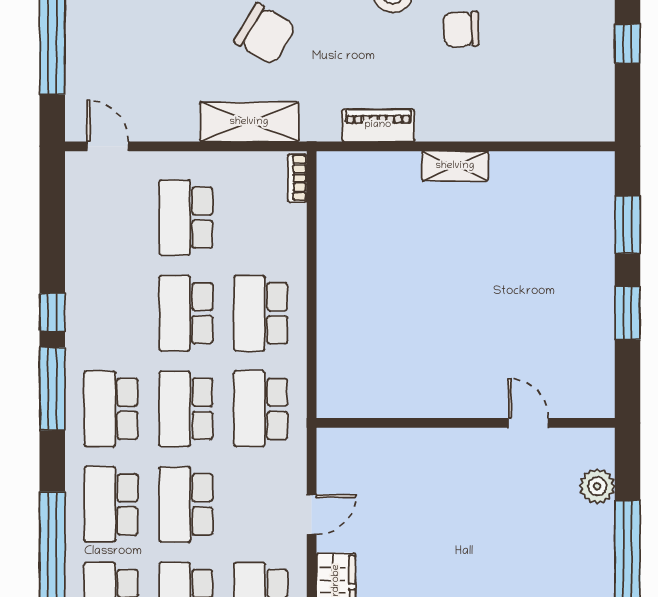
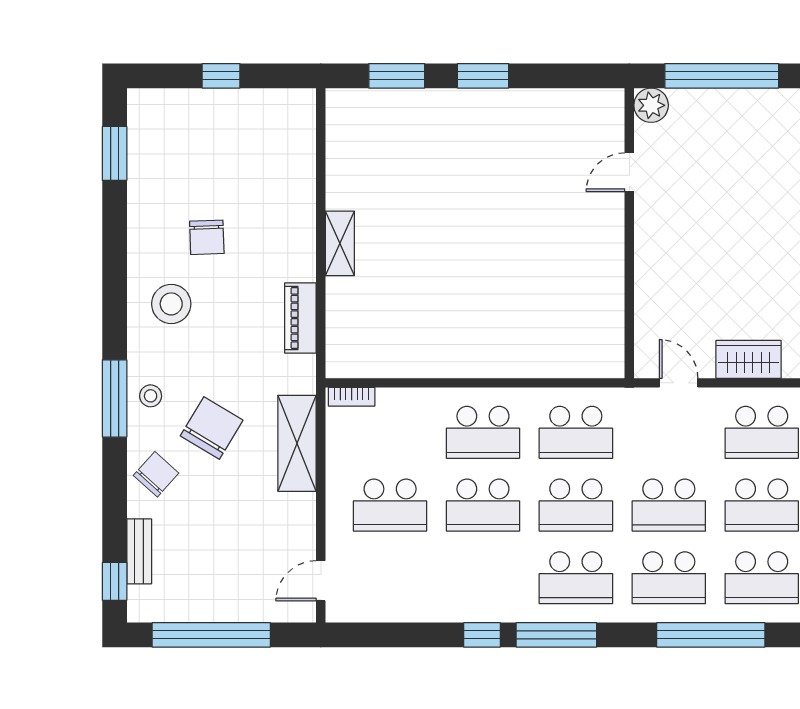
wall: (466, 423) -> (629, 233), moved
door: (528, 423) -> (629, 172), moved

